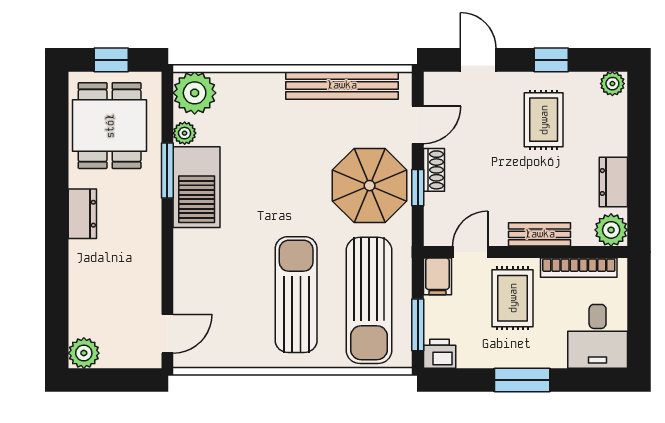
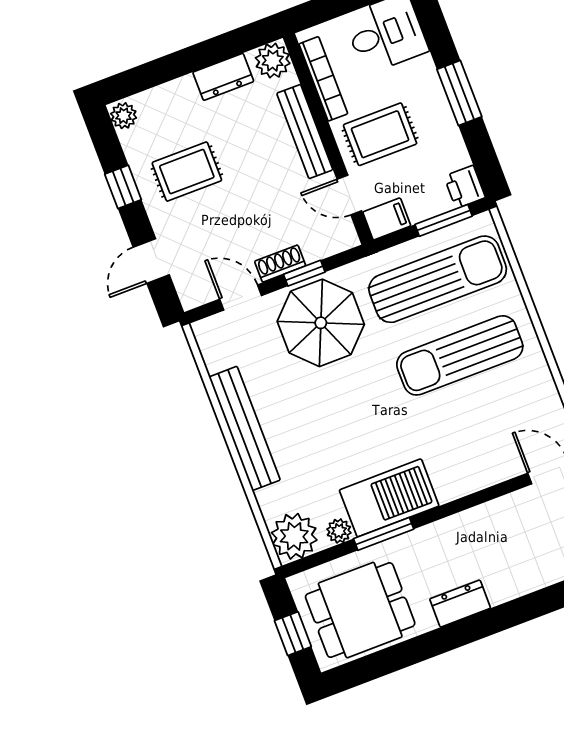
bench: (342, 85) -> (245, 428), moved
bench: (540, 234) -> (305, 132), width x1.36

